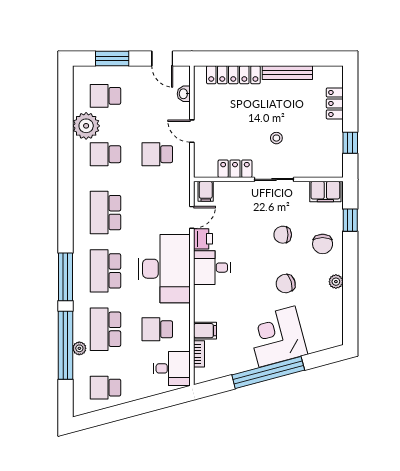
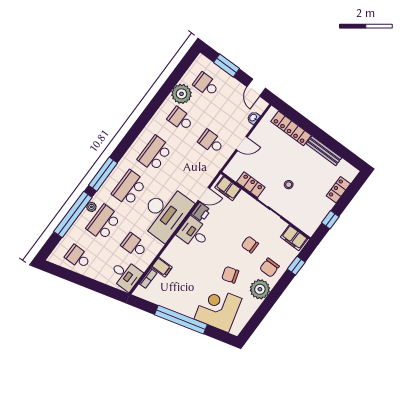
door: (192, 131) -> (242, 143), swing flipped
filing cabinet: (206, 191) -> (228, 188), width x2.00
plant: (336, 282) -> (260, 289), width x1.87, depth x1.87
corner desk: (277, 337) -> (218, 309), moved
plant: (79, 348) -> (91, 207), moved

